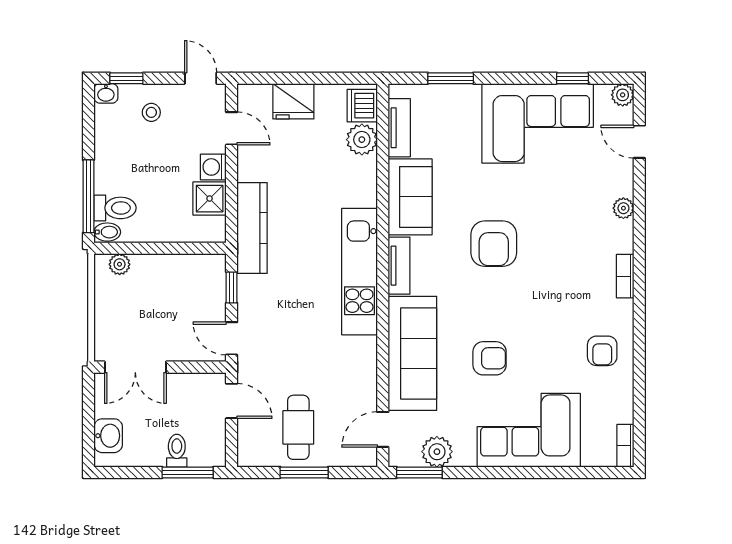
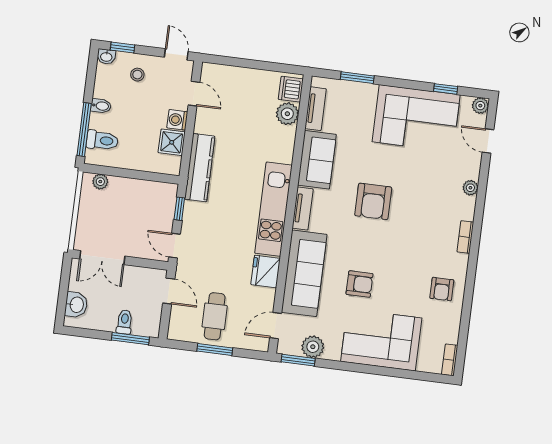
fridge: (293, 101) -> (266, 271), moved, turned 90
bidet: (107, 232) -> (101, 106), moved

